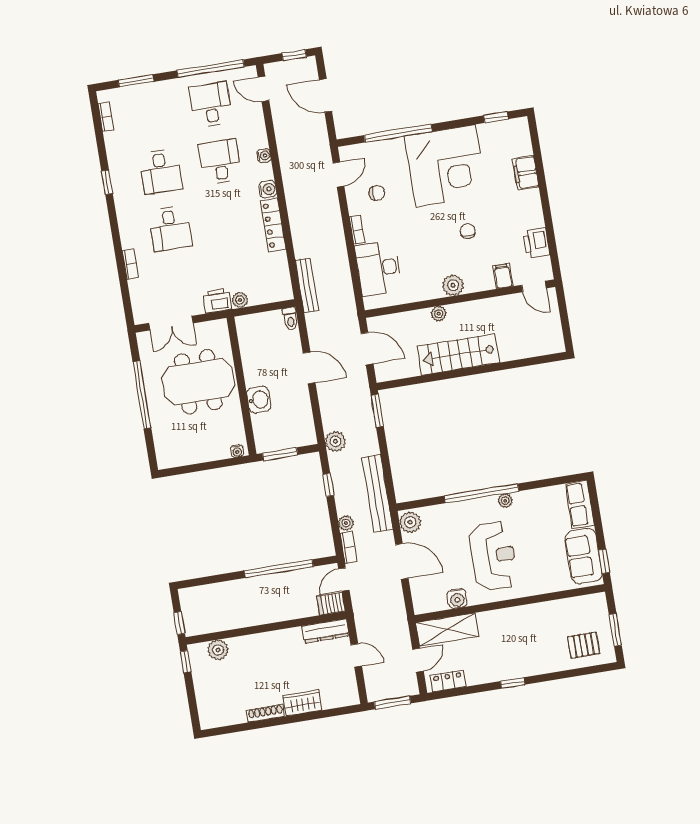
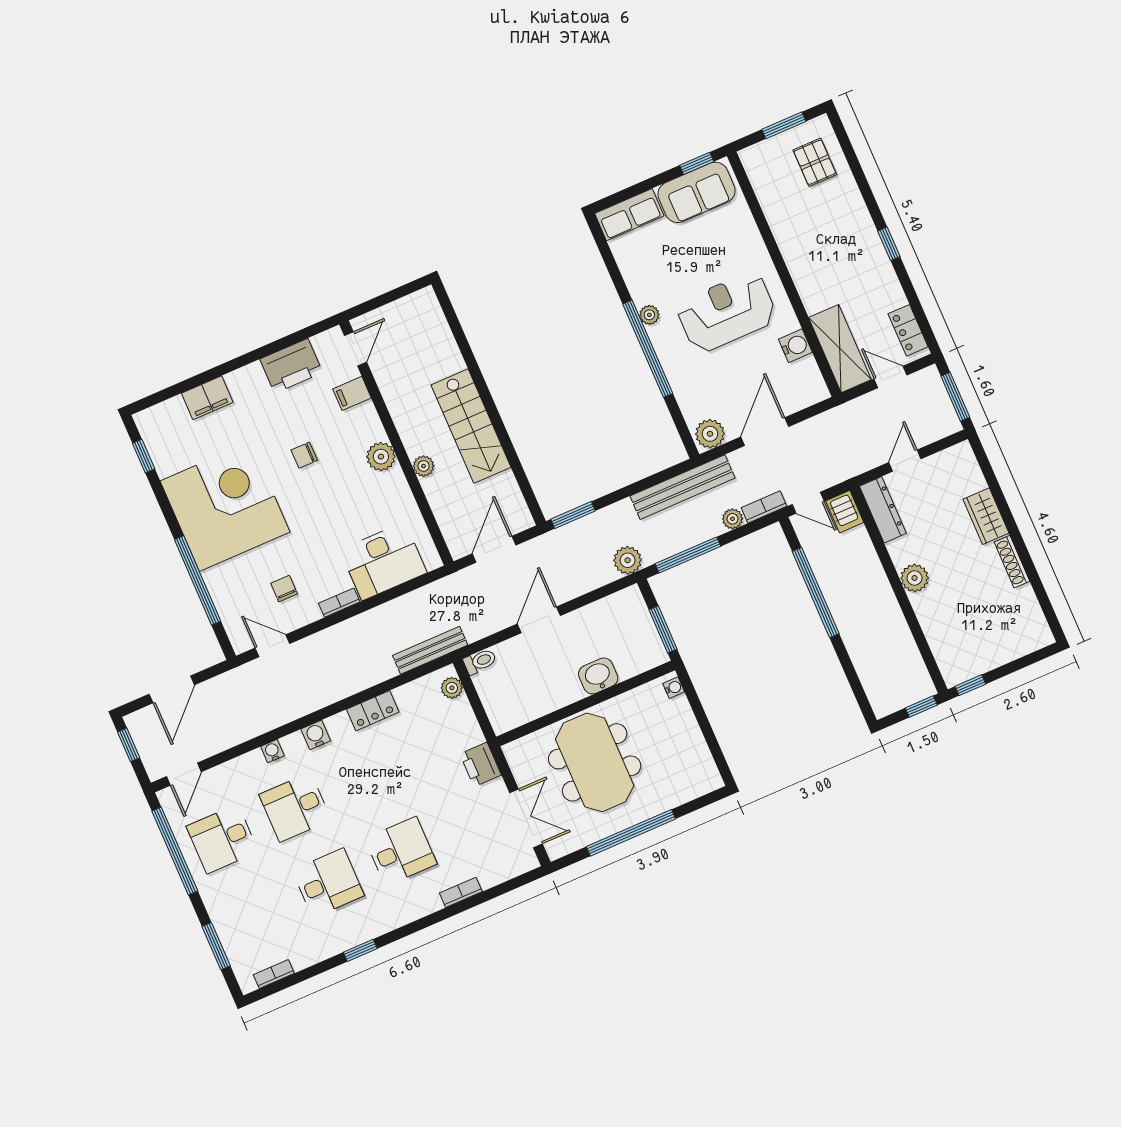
locker: (273, 225) -> (373, 711), width x0.66
printer: (536, 243) -> (291, 366), width x1.37, depth x1.19
plant: (240, 300) -> (452, 688), moved
window: (328, 485) -> (688, 555), width x2.17
plant: (218, 650) -> (915, 578), moved

